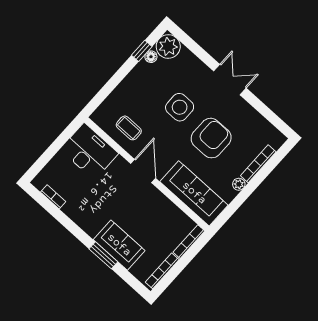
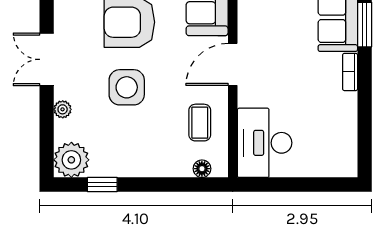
floor lamp: (151, 57) -> (202, 169), moved
plant: (198, 65) -> (63, 109), added
bookcase: (53, 197) -> (350, 72), moved

